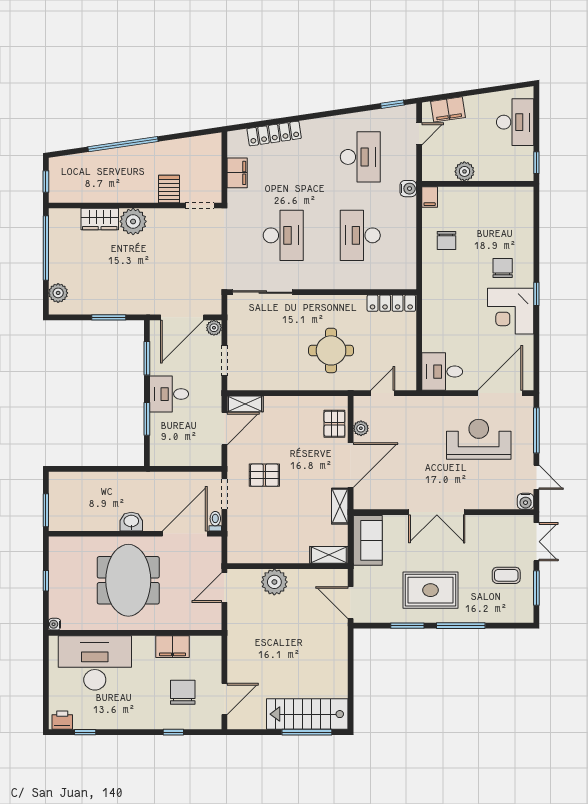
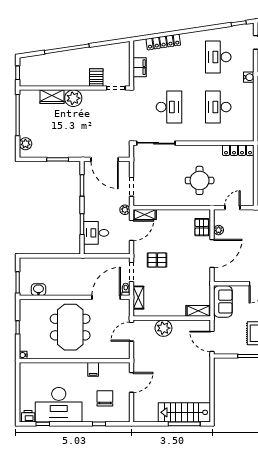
desk: (360, 157) -> (218, 57), turned 180
door: (182, 317) -> (105, 159), hinge flipped
plant: (214, 328) -> (125, 210), moved
desk: (169, 394) -> (96, 233), moved
shelving: (340, 506) -> (138, 298), moved
washbasin: (131, 522) -> (38, 290), moved
filing cabinet: (172, 647) -> (93, 369), width x0.50
desk: (95, 663) -> (59, 405), moved, turned 180
door: (224, 699) -> (131, 382), moved

